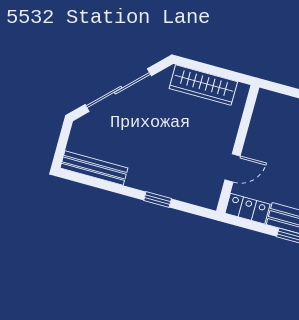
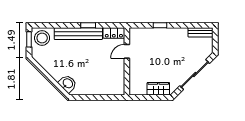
wardrobe: (203, 85) -> (158, 89), width x0.67
bench: (94, 168) -> (201, 32), width x0.73

